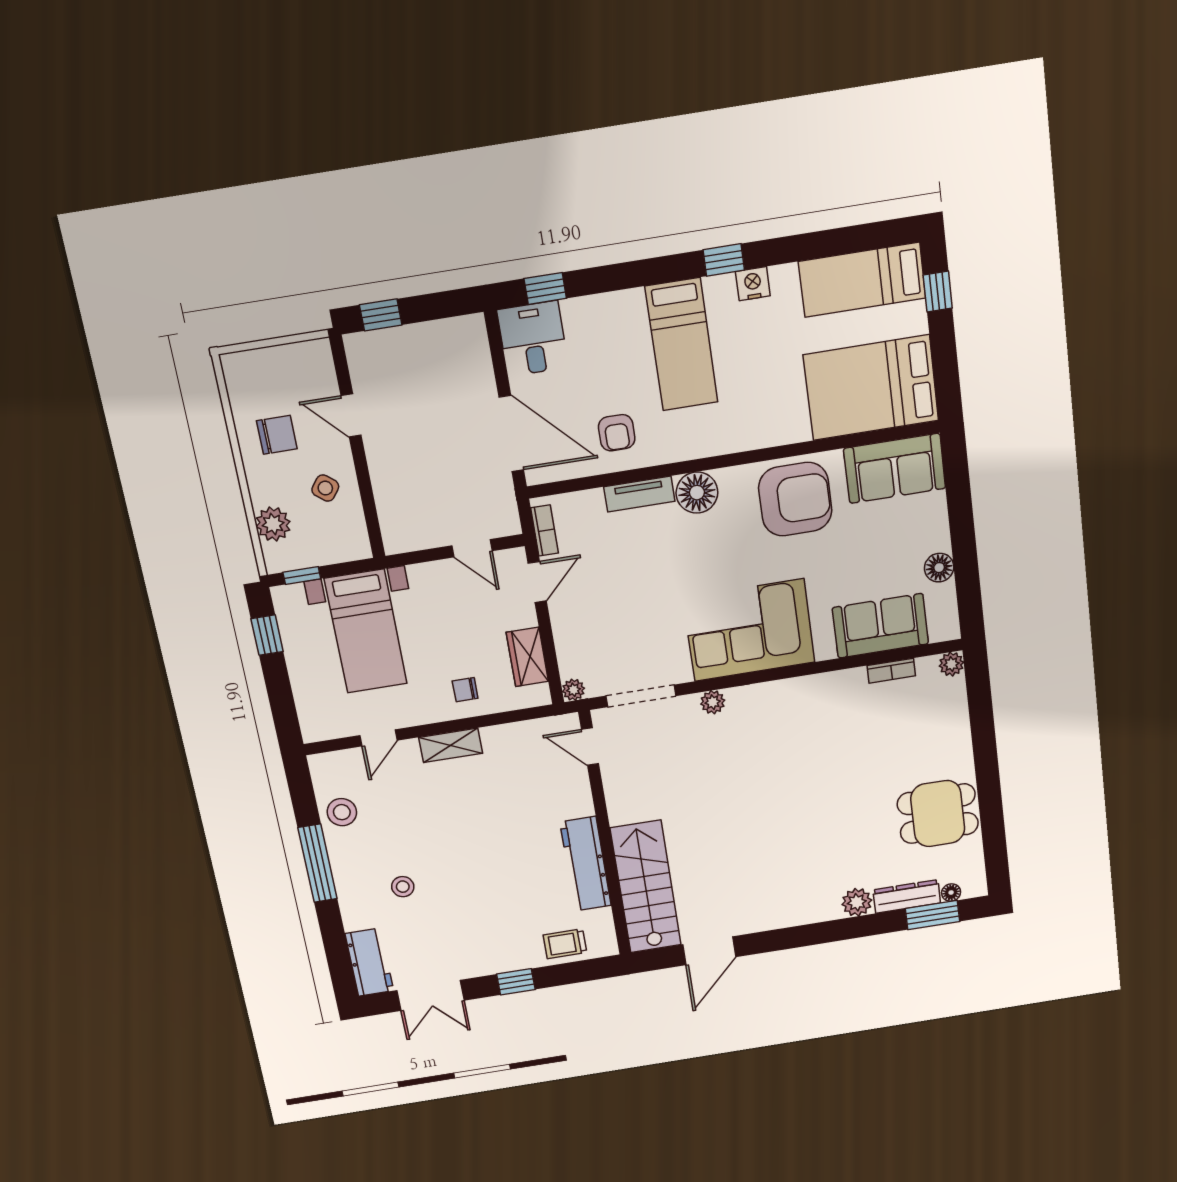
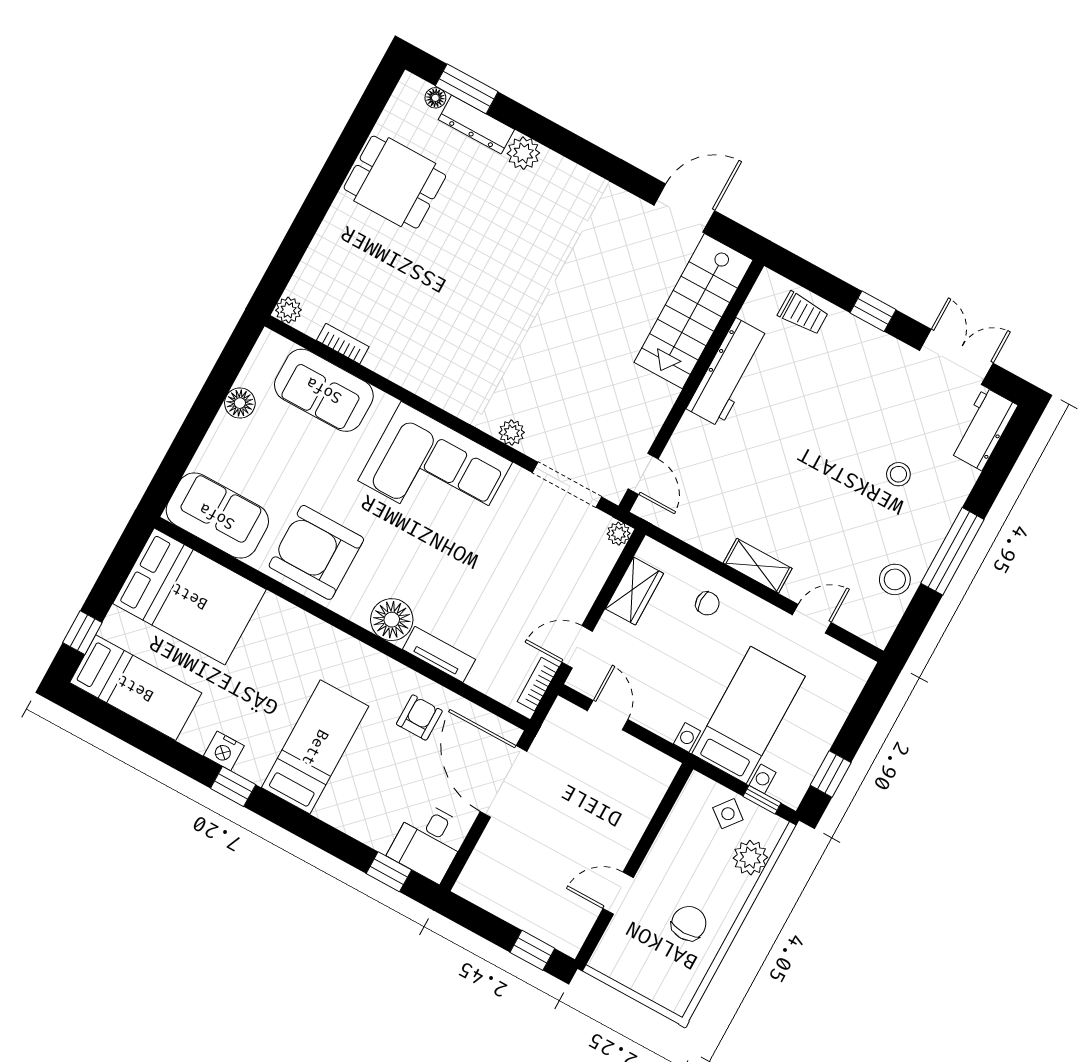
door: (351, 415) -> (618, 893), swing flipped
chair: (277, 435) -> (689, 923), turned 90
side table: (325, 488) -> (728, 814), moved

